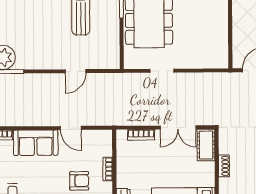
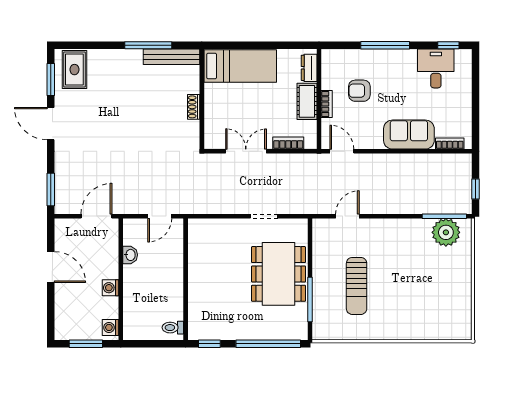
door: (76, 71) -> (347, 216), moved
door: (71, 128) -> (342, 151), moved
cot: (206, 145) -> (307, 101), moved

